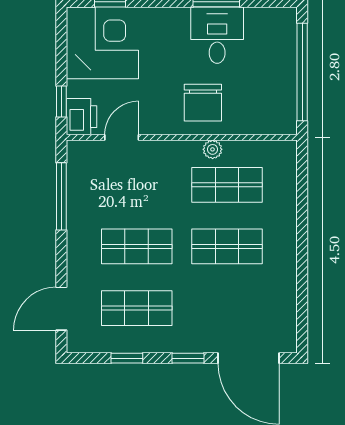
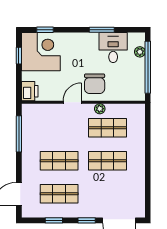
desk: (217, 35) -> (113, 48), moved
plant: (287, 43) -> (140, 52), added
window: (61, 102) -> (19, 56), moved
door: (122, 137) -> (72, 102), moved

